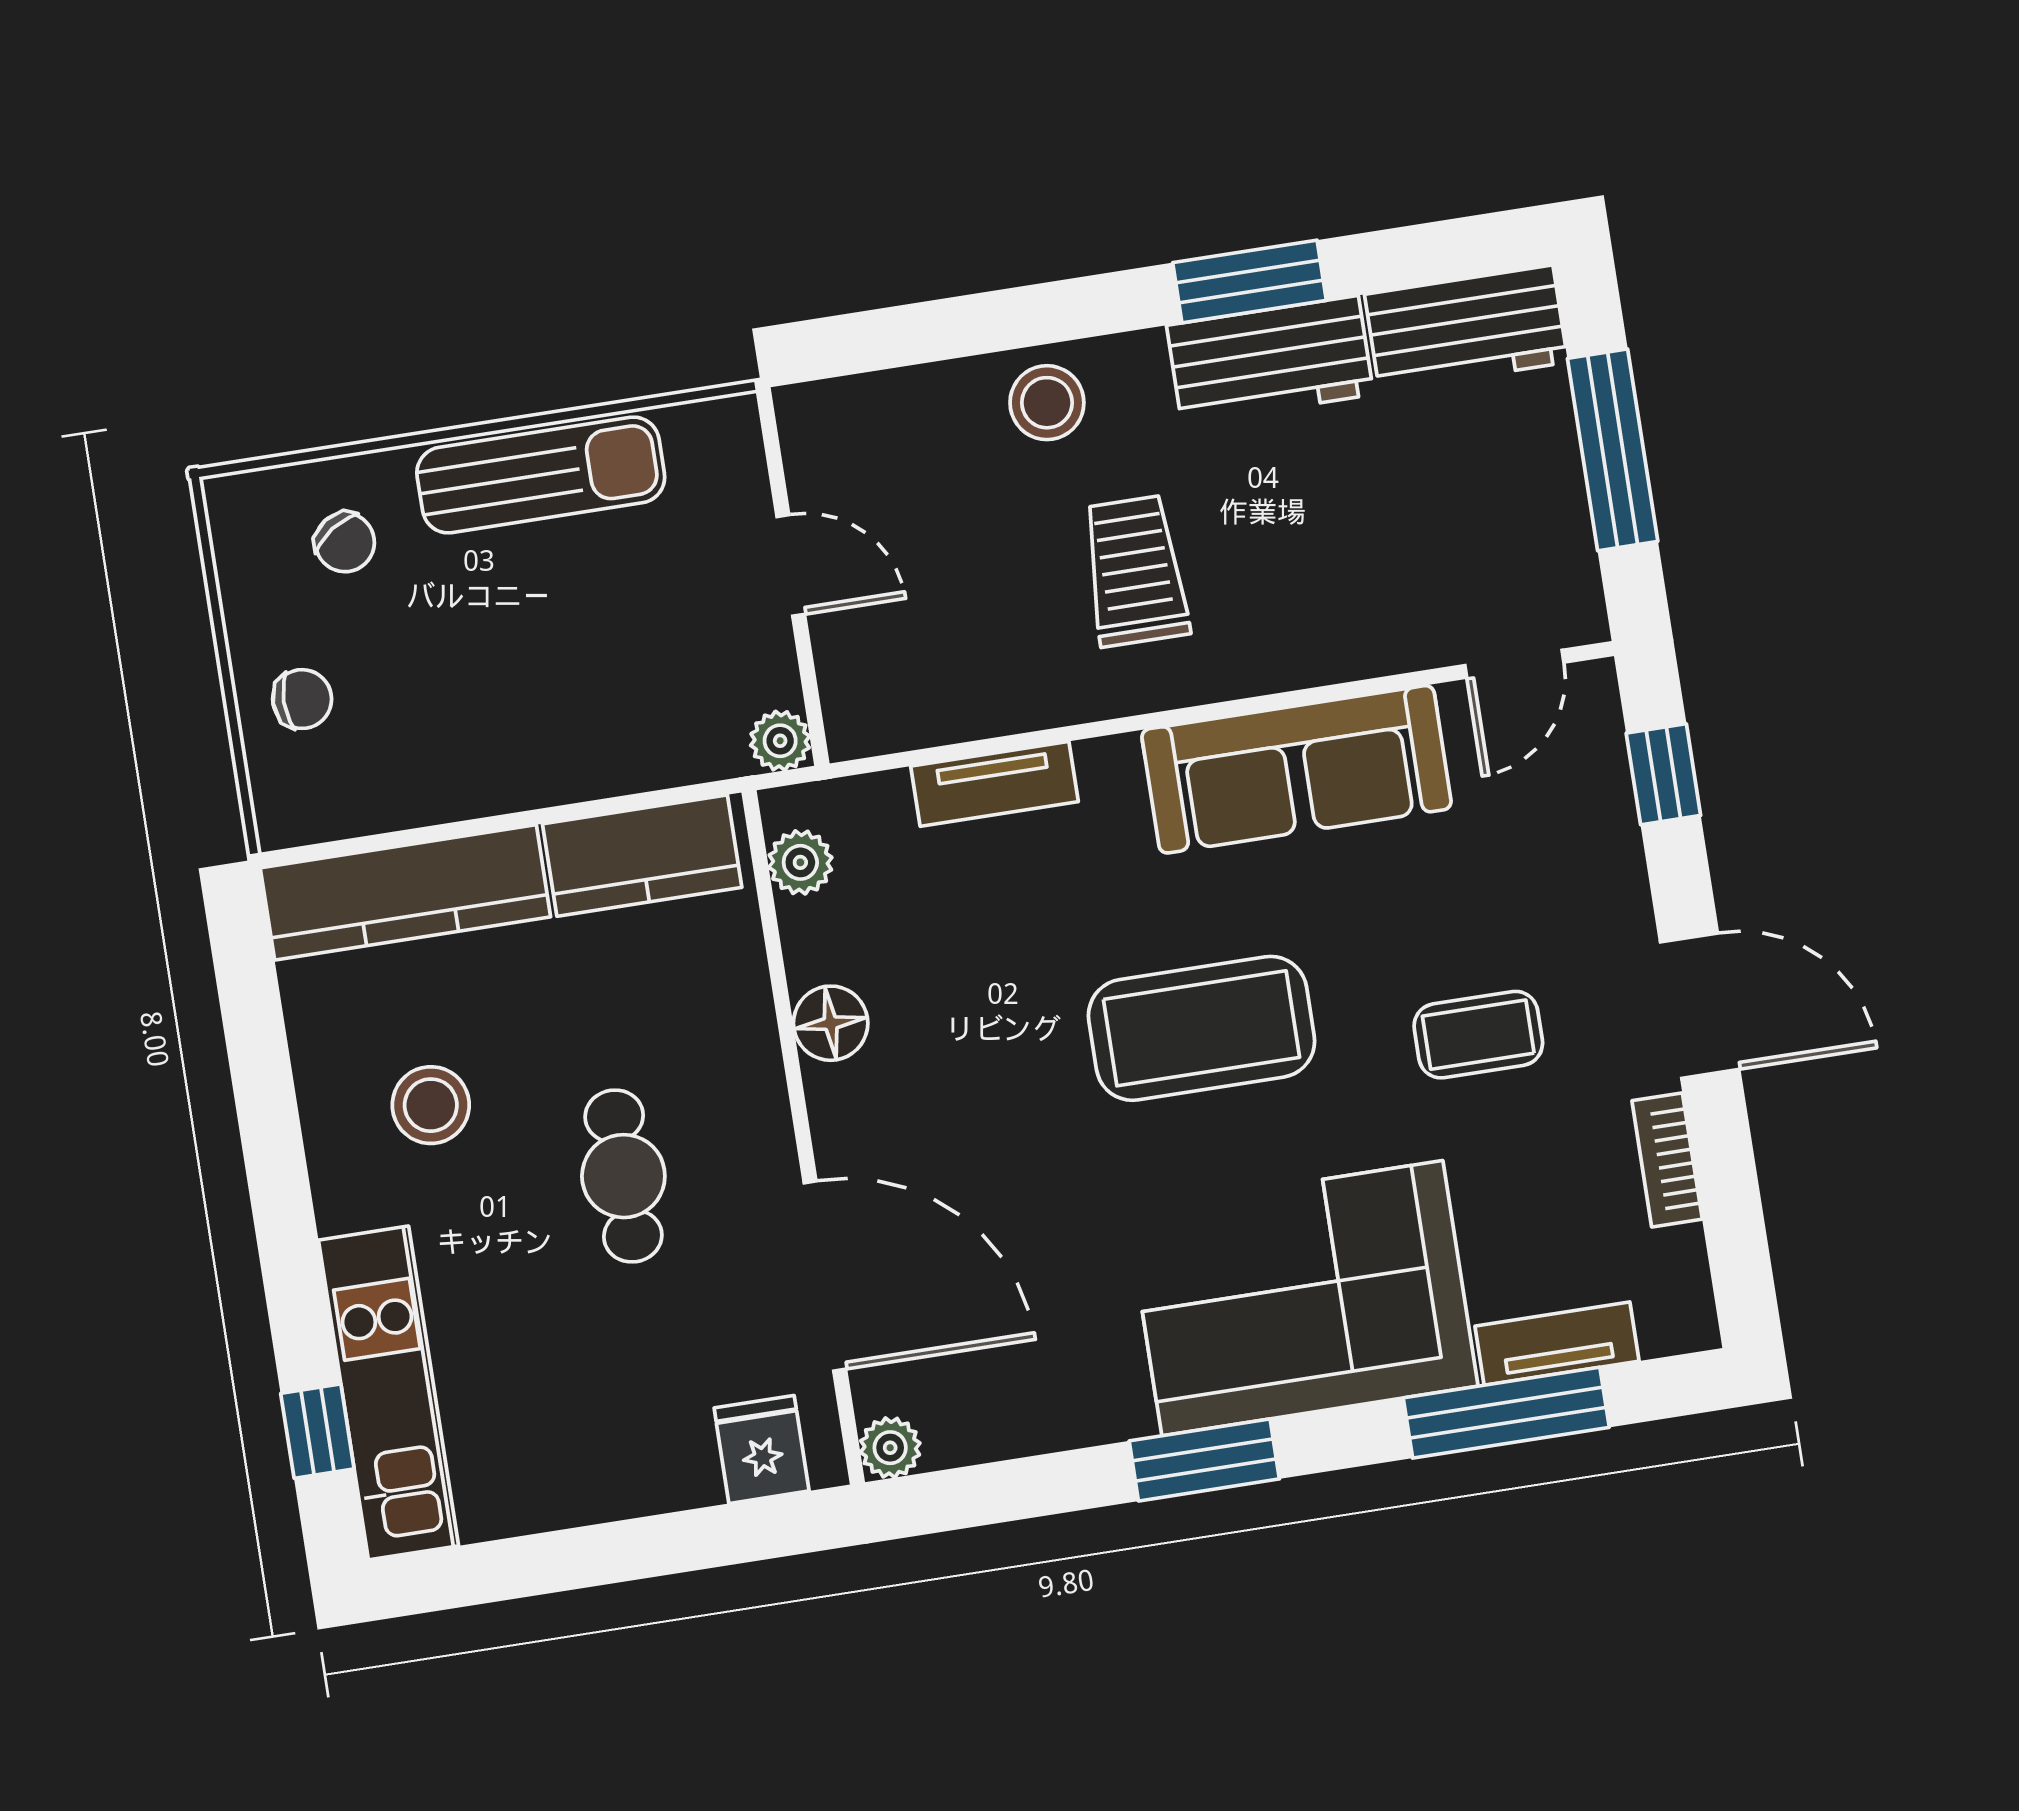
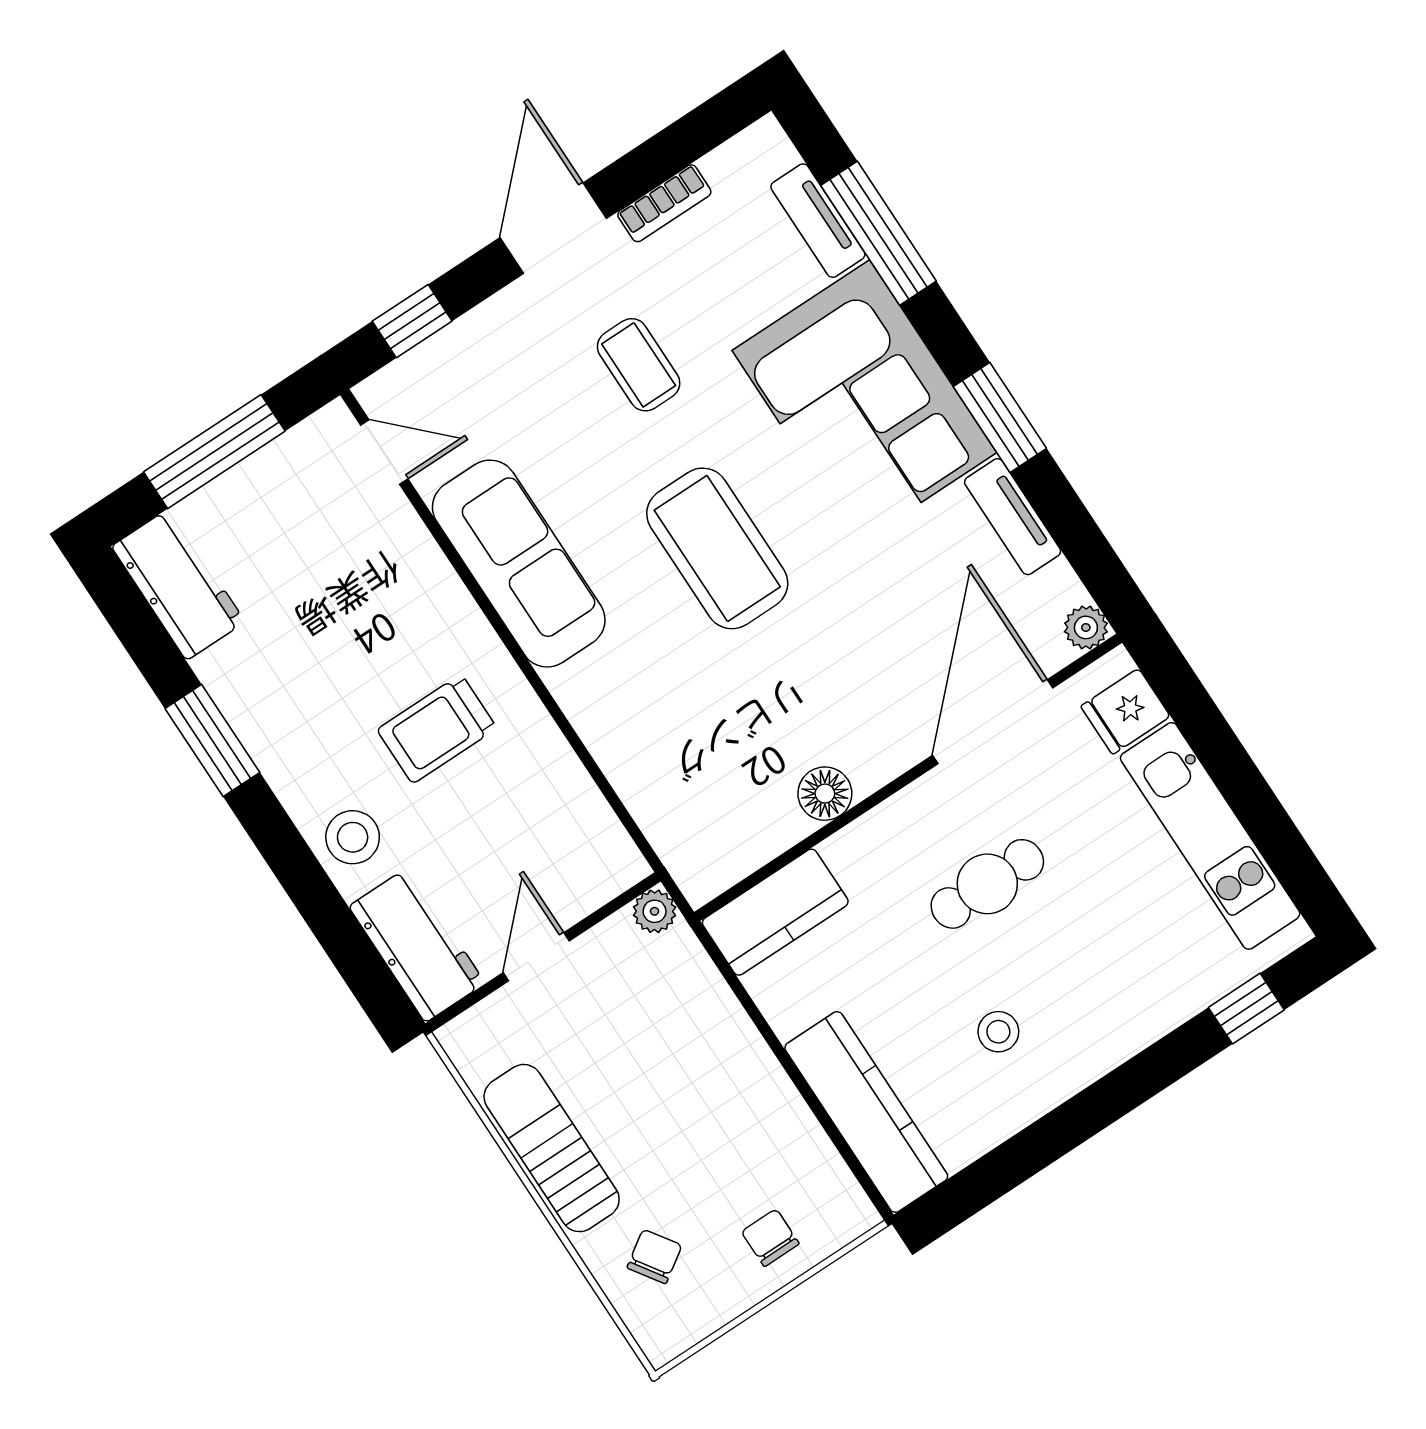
workbench: (1270, 360) -> (417, 945), moved
tv unit: (995, 784) -> (1013, 517), moved, turned 180
kitchen counter: (642, 856) -> (775, 912), moved, turned 90
plant: (800, 862) -> (728, 862), removed
stool: (431, 1105) -> (998, 1032), width x0.73, depth x0.73
kitchen unit: (389, 1393) -> (1210, 836), moved, turned -90

